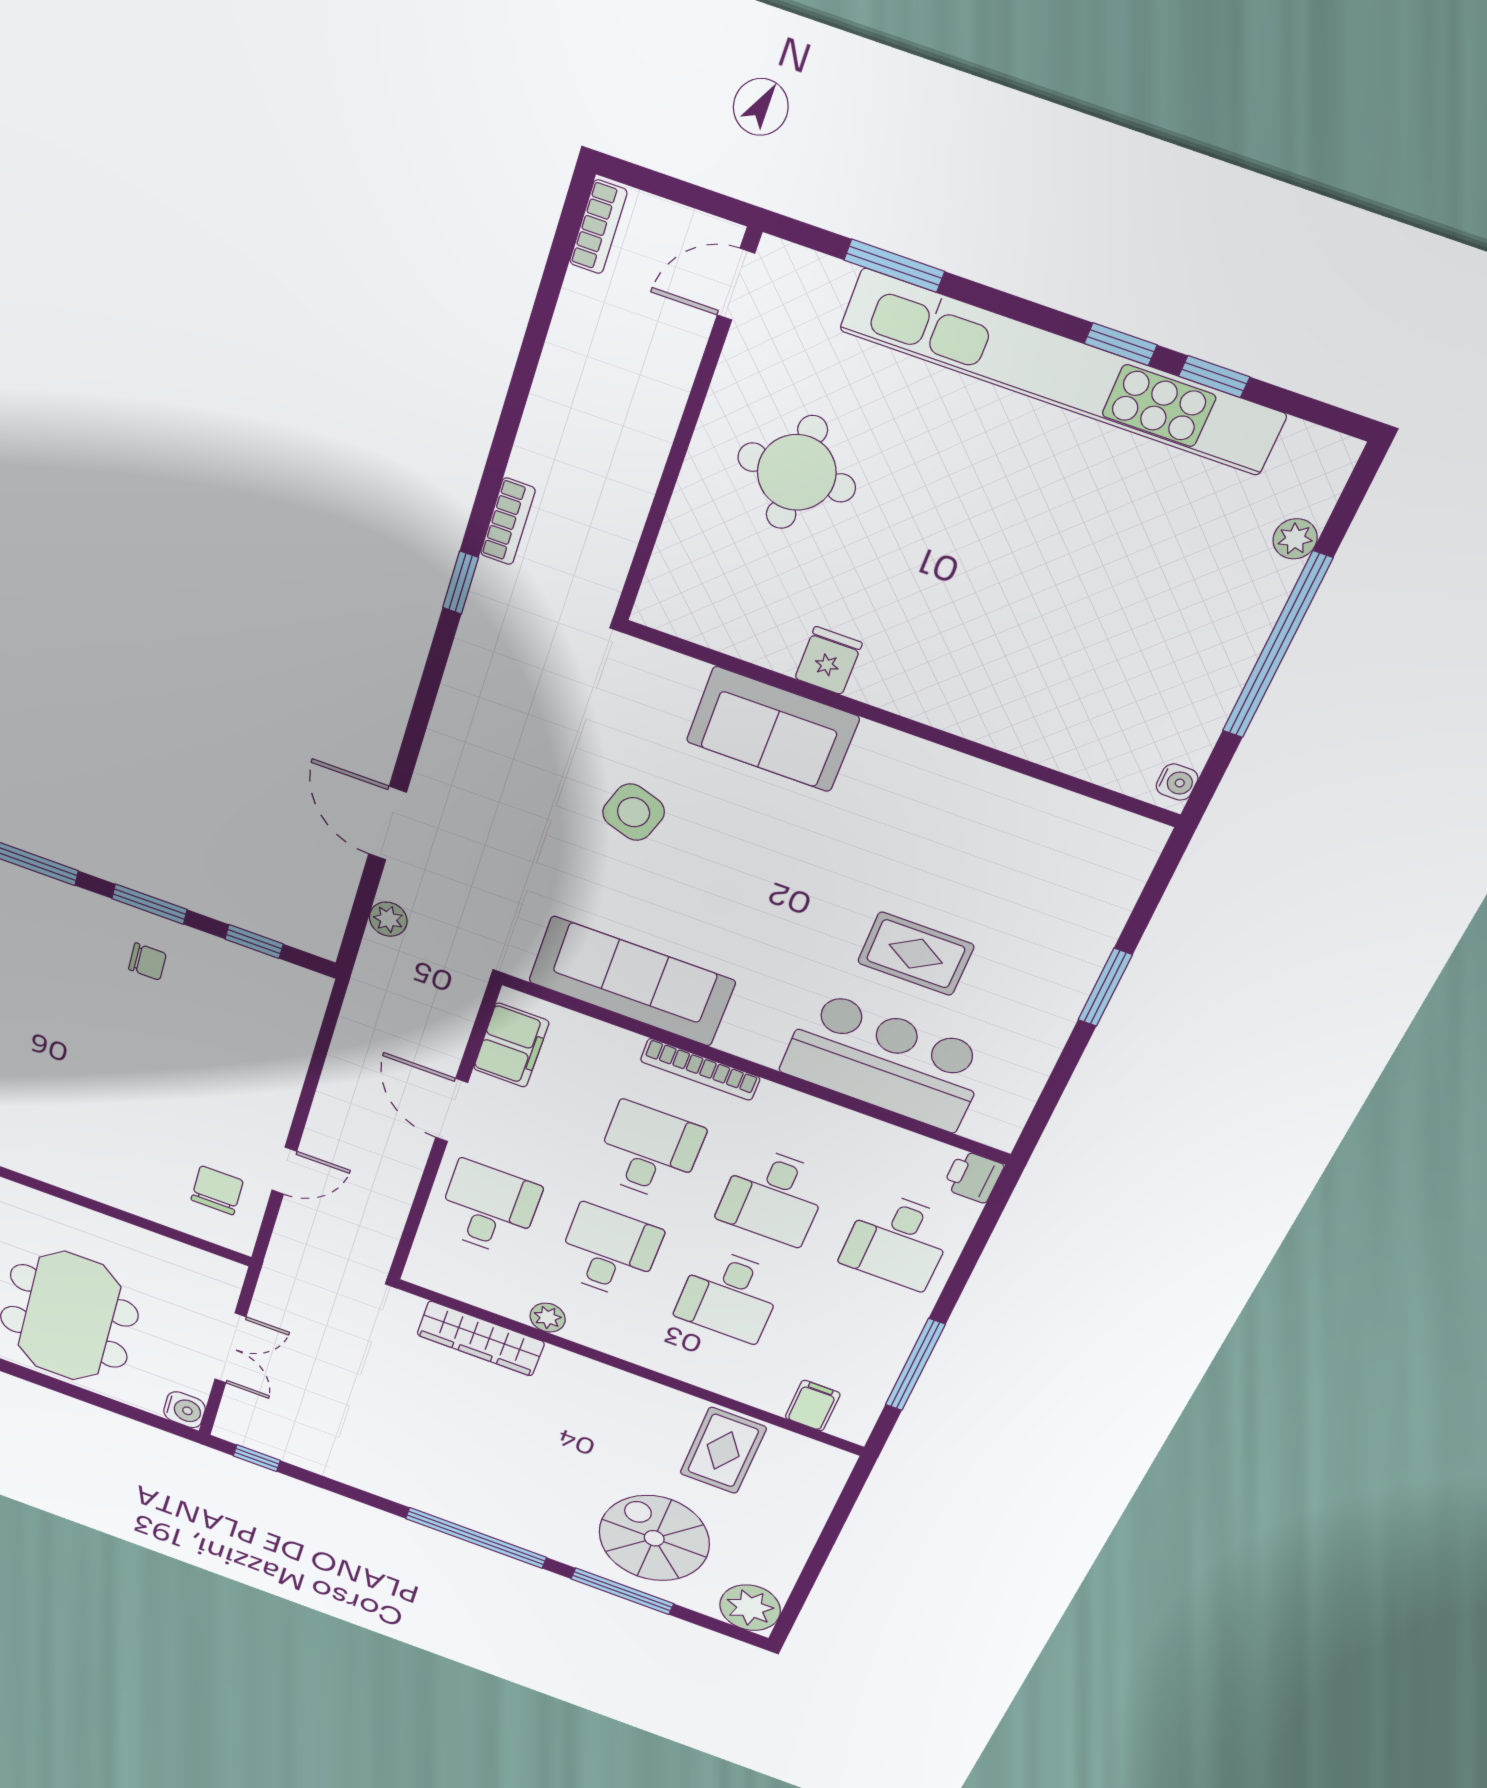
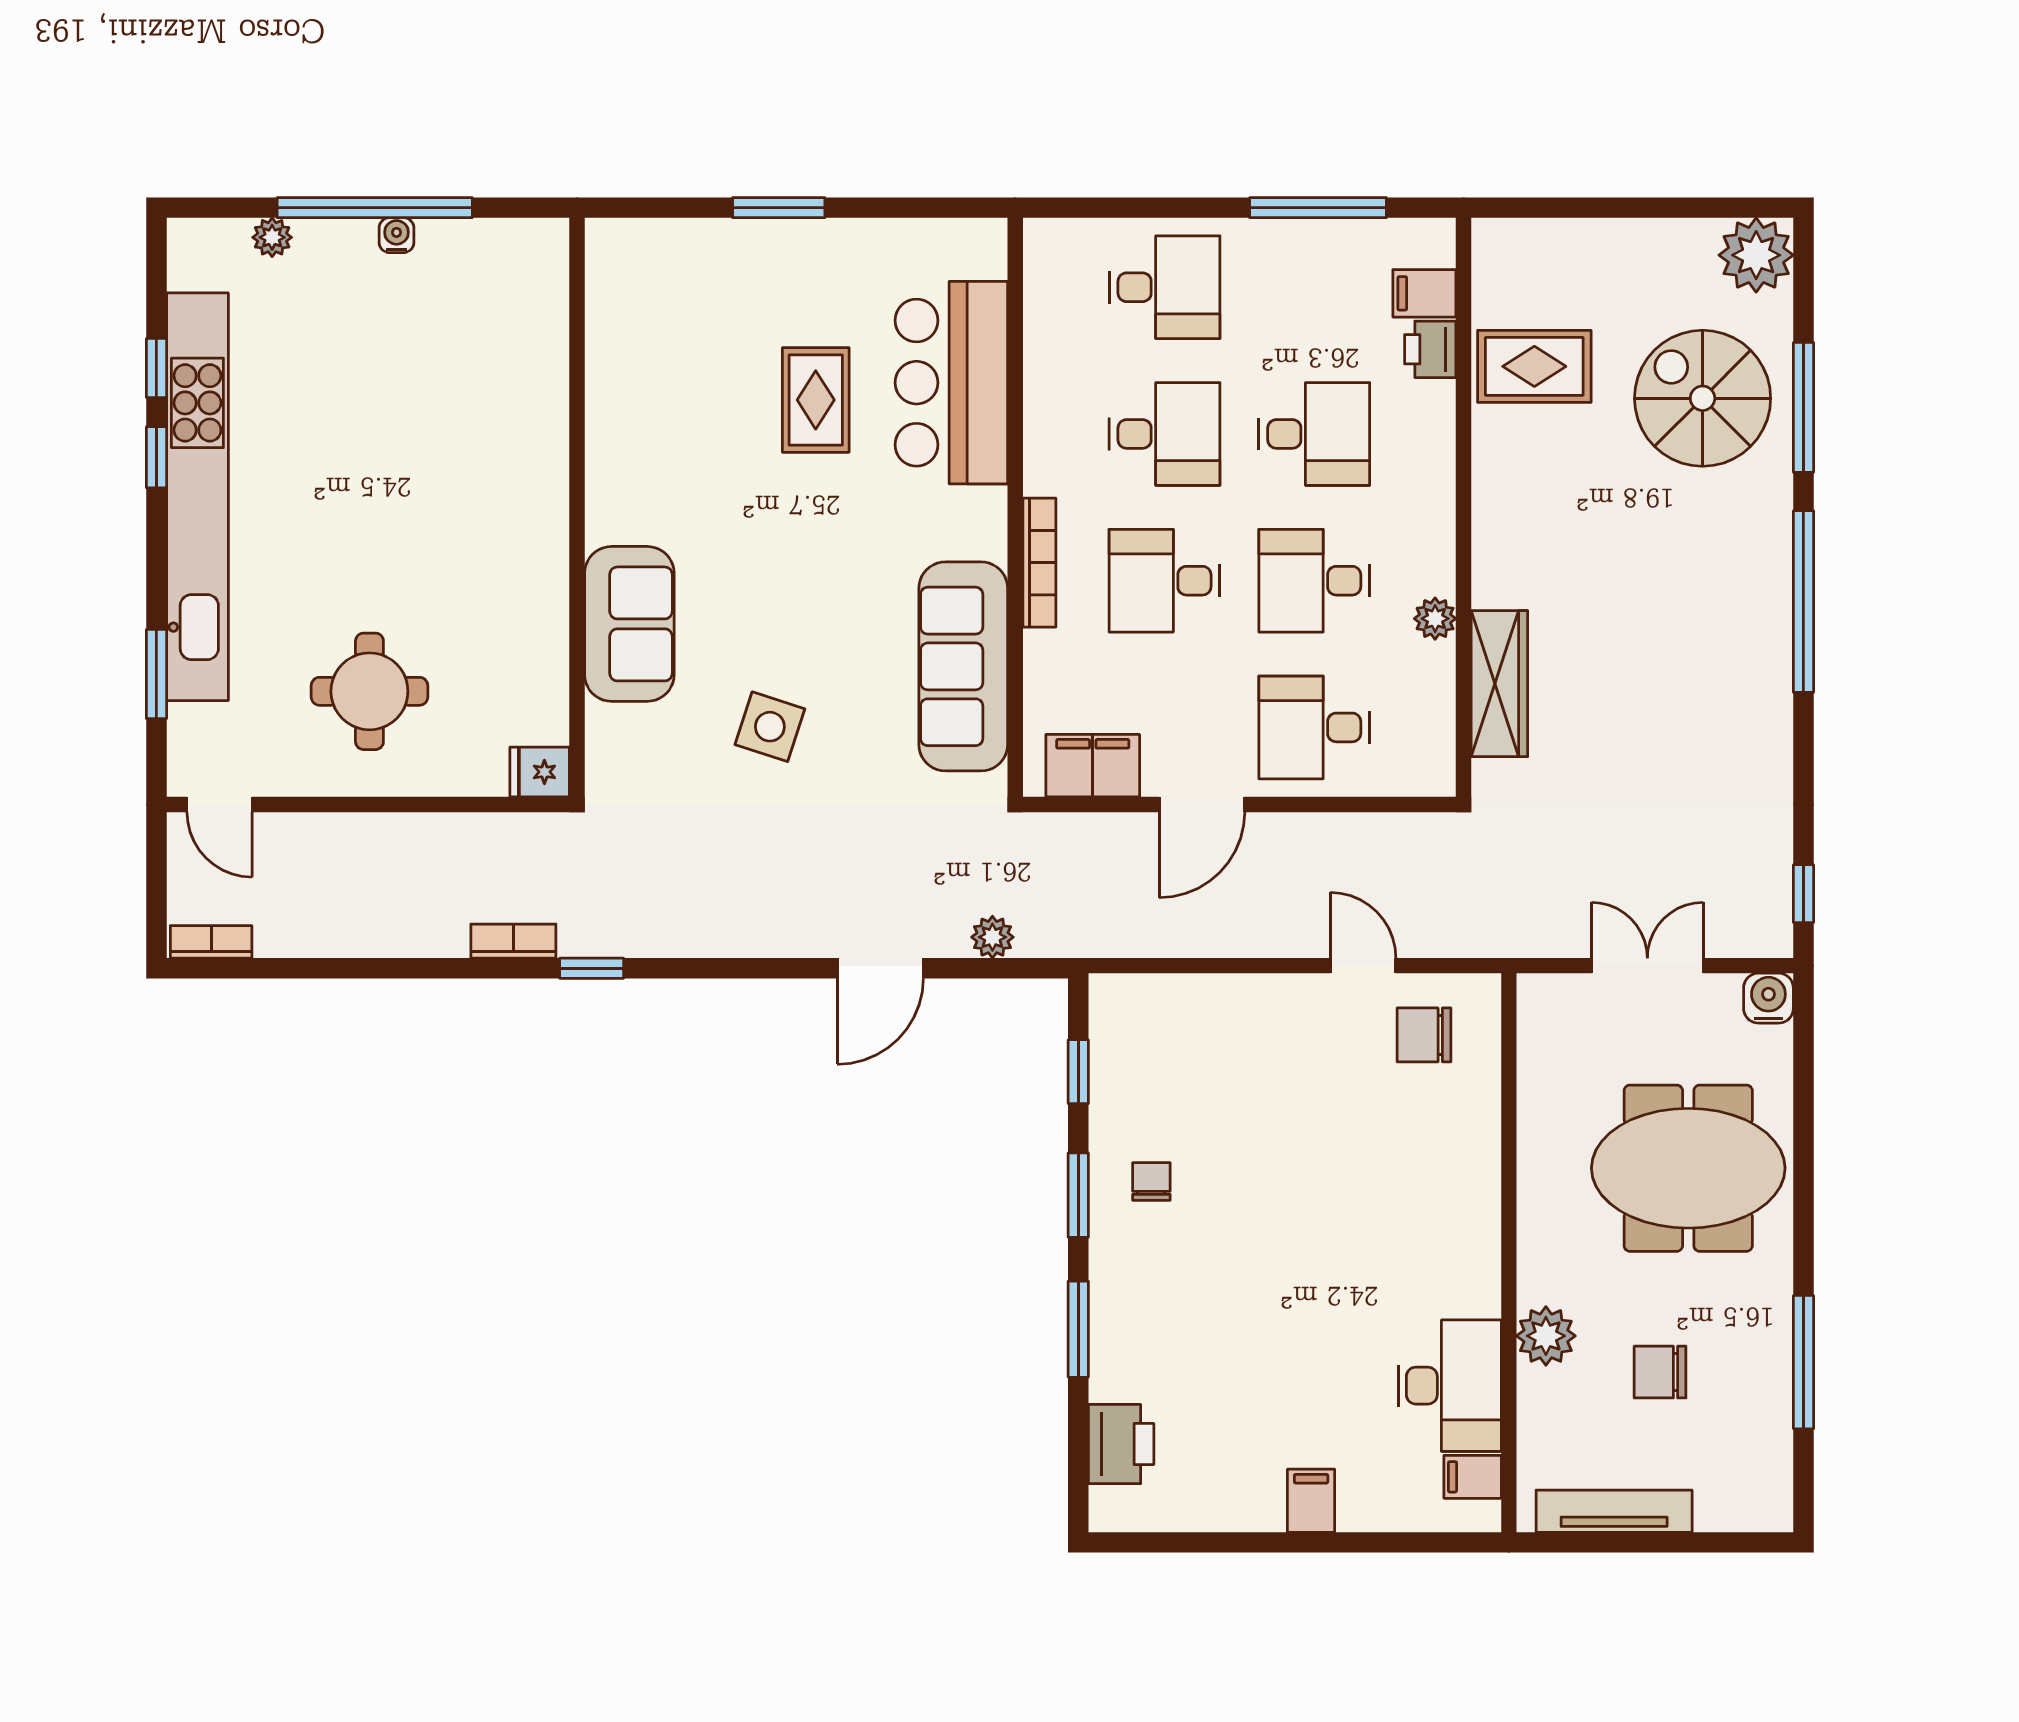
fridge: (828, 661) -> (540, 772), moved
water cooler: (1177, 782) -> (397, 235), moved
printer: (973, 1177) -> (1430, 349), moved, turned 90
spiral stairs: (654, 1538) -> (1703, 398), turned 90

